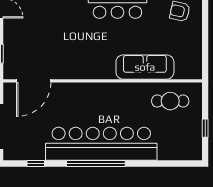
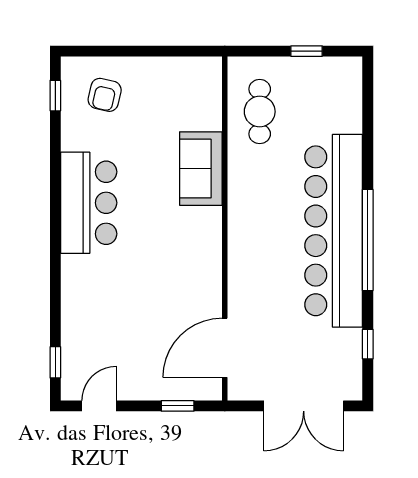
sofa: (145, 67) -> (201, 169), width x0.73
door: (34, 81) -> (225, 348), swing flipped

